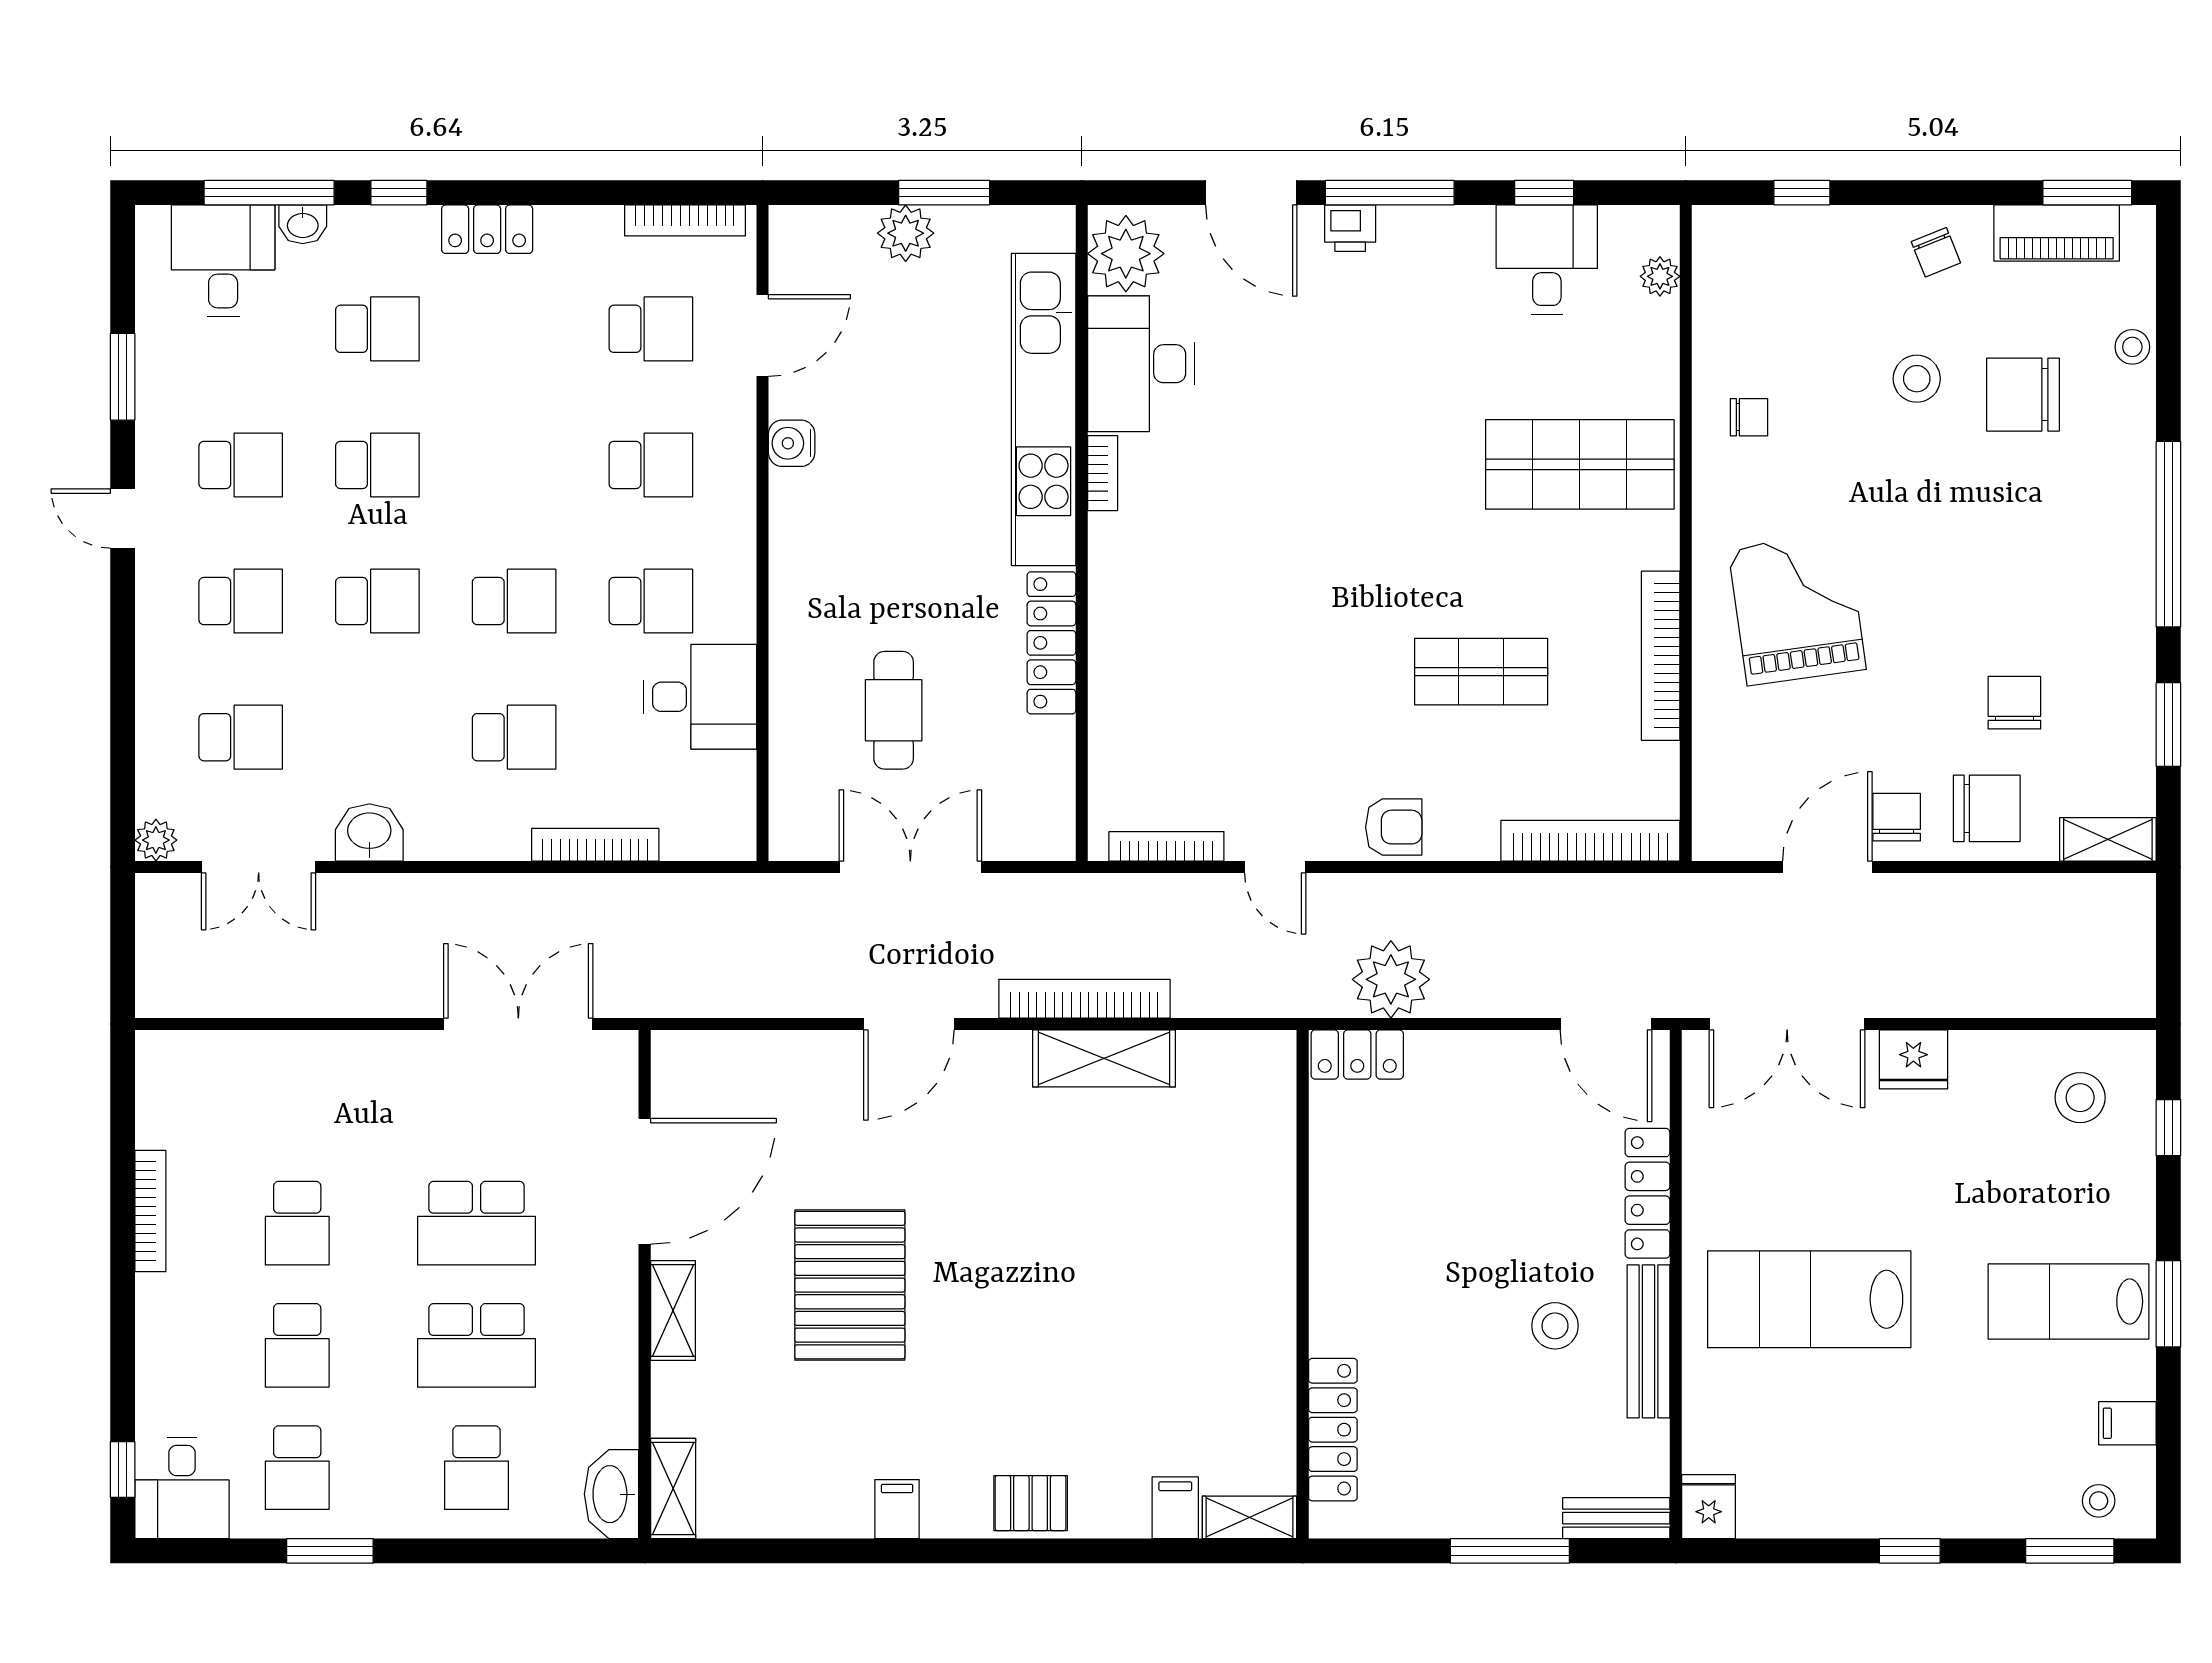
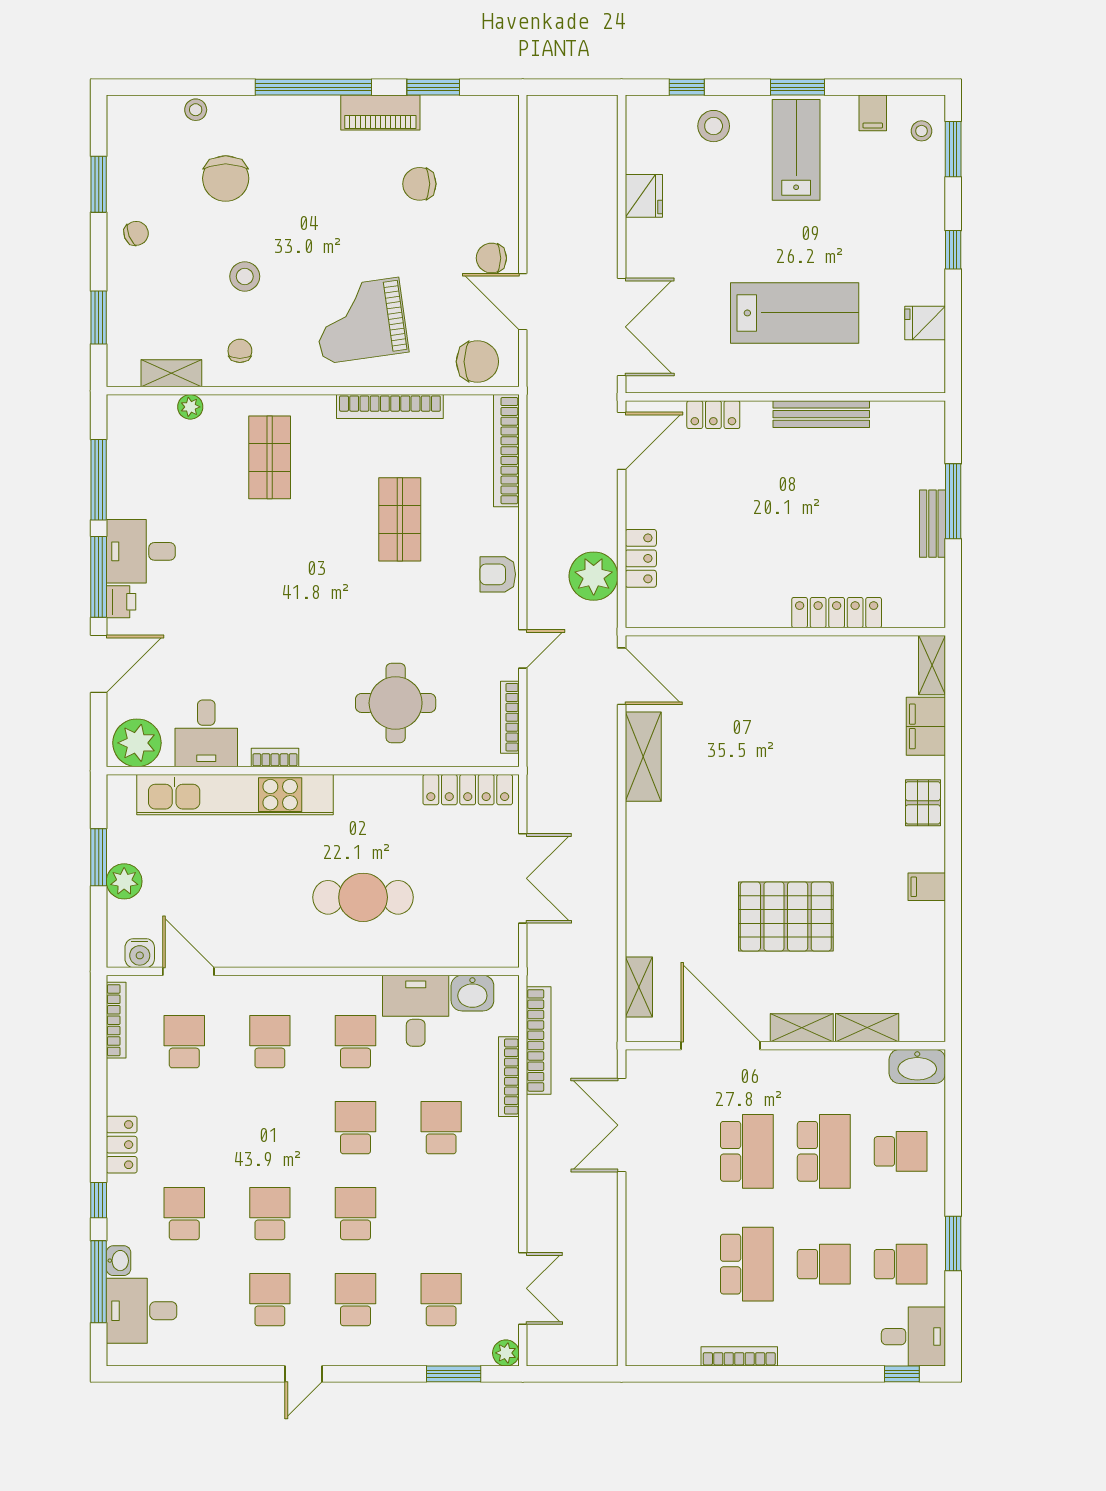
window: (1544, 193) -> (99, 480), width x2.17
window: (1802, 193) -> (99, 318), width x1.50
window: (2087, 193) -> (99, 184), moved
piano: (2057, 233) -> (380, 112), moved, turned 90
desk: (1547, 260) -> (141, 551), moved
plant: (1660, 276) -> (190, 407), moved
desk: (1141, 364) -> (206, 733), width x0.73
window: (123, 377) -> (454, 1374), moved
stool: (1917, 379) -> (245, 276), moved
water cooler: (792, 443) -> (140, 953), moved
shop shelf: (1580, 464) -> (270, 457), width x0.70, depth x0.74
locker: (1051, 643) -> (468, 790), moved
round table: (1189, 665) -> (396, 703), added
cafe table: (894, 710) -> (363, 897), moved, width x1.37, depth x1.35
chair: (1987, 808) -> (477, 362), moved, turned 90
armchair: (1394, 827) -> (498, 574), turned -90
washbasin: (369, 832) -> (472, 993), moved, turned -90
shelving: (2108, 839) -> (171, 373), moved, turned 90
double door: (910, 867) -> (523, 878), swing flipped
bookcase: (1084, 999) -> (539, 1040), moved, turned 180
door: (909, 1024) -> (622, 676), moved
shelving: (738, 1052) -> (639, 987), added
locker: (1357, 1055) -> (641, 558), moved
fridge: (1913, 1059) -> (644, 196), moved
stool: (2080, 1098) -> (714, 126), moved
locker: (1648, 1193) -> (713, 415), width x0.66
school desk: (297, 1223) -> (747, 1264), width x1.85
lab bench: (1809, 1299) -> (795, 313), turned -90
lab bench: (2069, 1301) -> (796, 150), turned 180
stool: (1555, 1326) -> (811, 473), removed
locker: (1333, 1430) -> (837, 613), moved
shelving: (673, 1489) -> (867, 1028), moved
fridge: (1709, 1507) -> (925, 323), moved
filing cabinet: (1175, 1508) -> (926, 726), width x2.00
bench: (1616, 1518) -> (932, 524), moved

